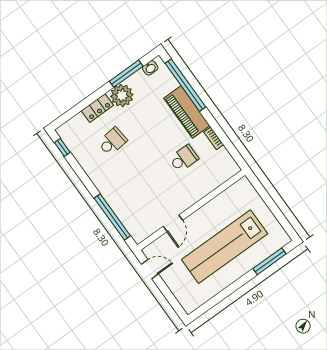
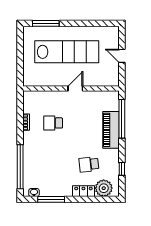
plant: (122, 95) -> (104, 188), moved
piano: (187, 112) -> (111, 130), moved, turned 180
window: (62, 147) -> (122, 169), moved
door: (173, 223) -> (75, 88), moved
door: (150, 269) -> (122, 56), moved

